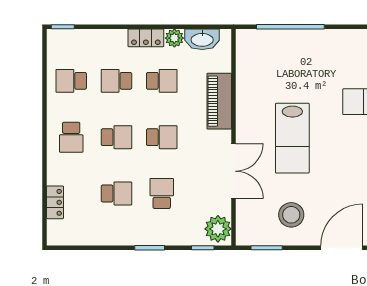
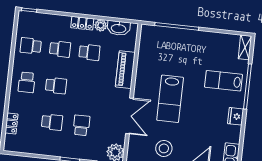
school desk: (116, 81) -> (60, 49), turned 180
school desk: (162, 137) -> (85, 89), removed

